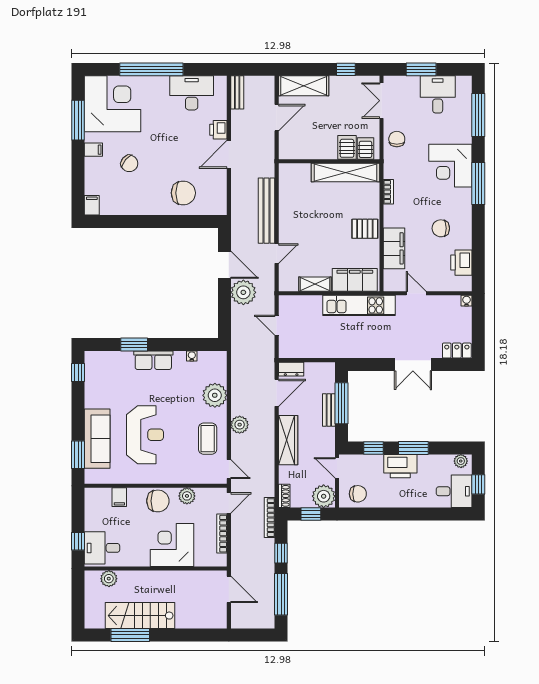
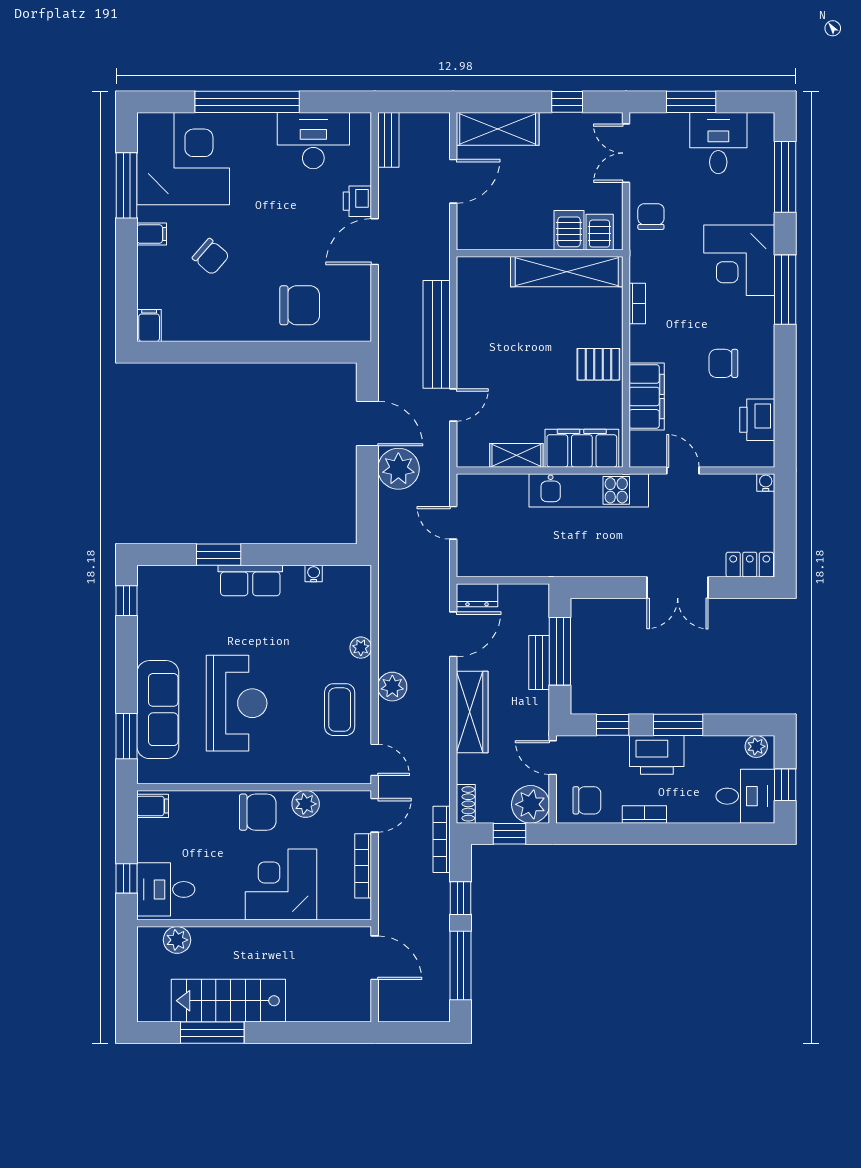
plant: (215, 395) -> (361, 648), width x0.53, depth x0.53
filing cabinet: (119, 497) -> (153, 806), moved, turned -90
bookcase: (393, 502) -> (644, 814), added

